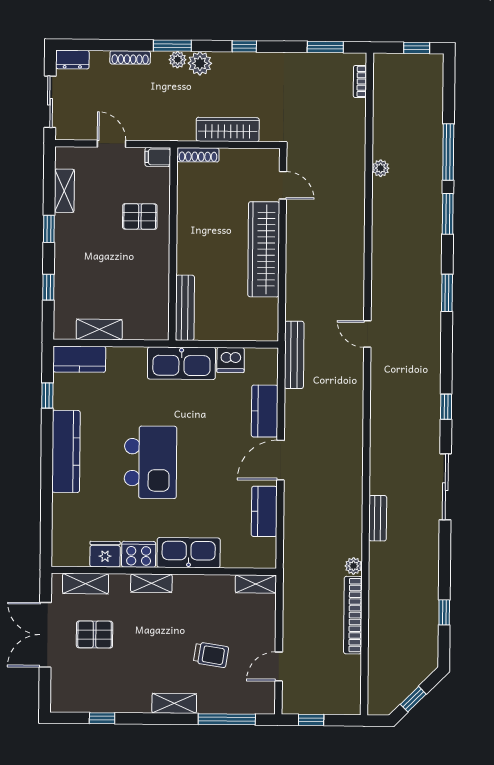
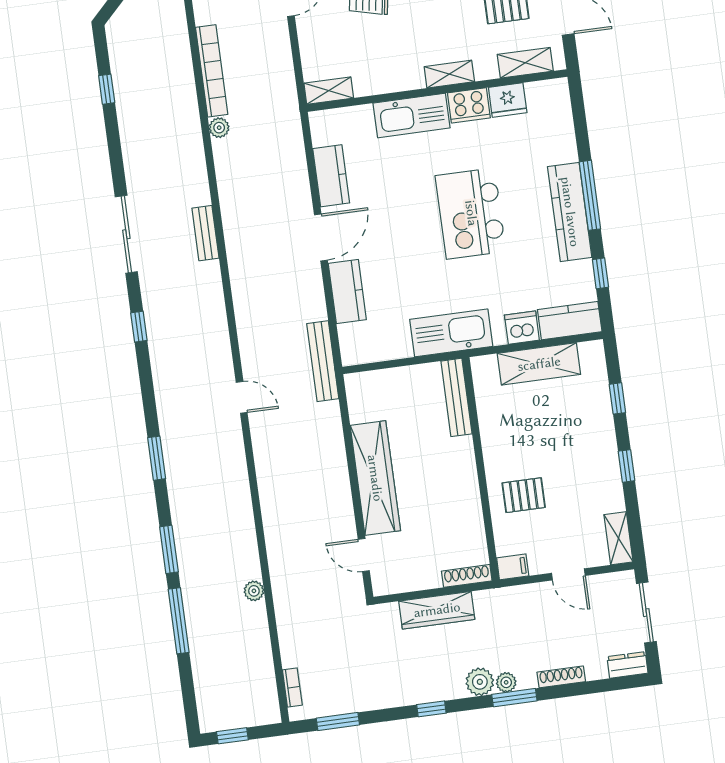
shelving: (64, 191) -> (618, 538), moved
shelving: (99, 329) -> (539, 364), width x1.50, depth x1.33
dishwasher: (231, 360) -> (522, 328), moved
window: (47, 463) -> (590, 195), added
bench: (378, 518) -> (205, 233), moved

